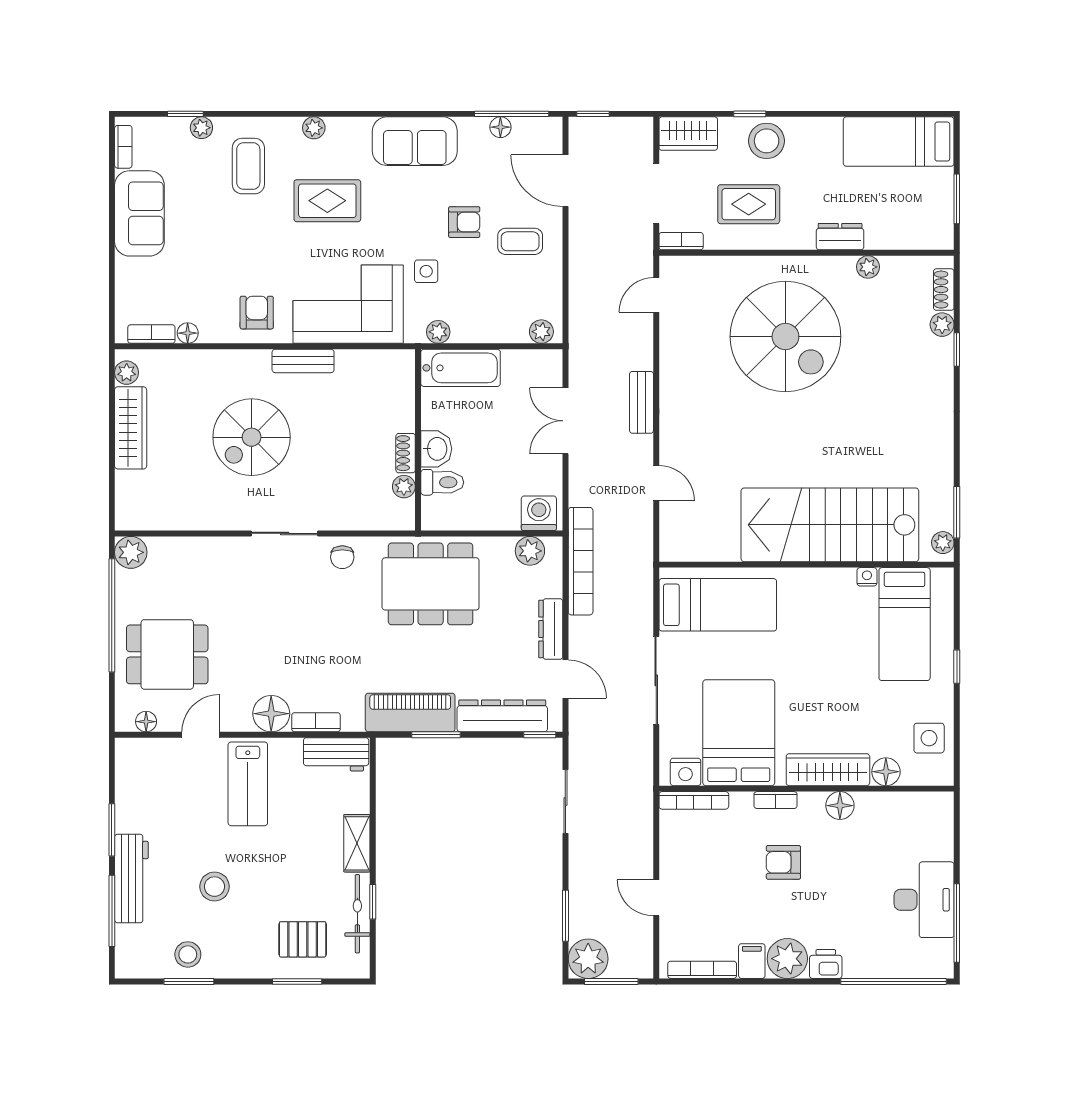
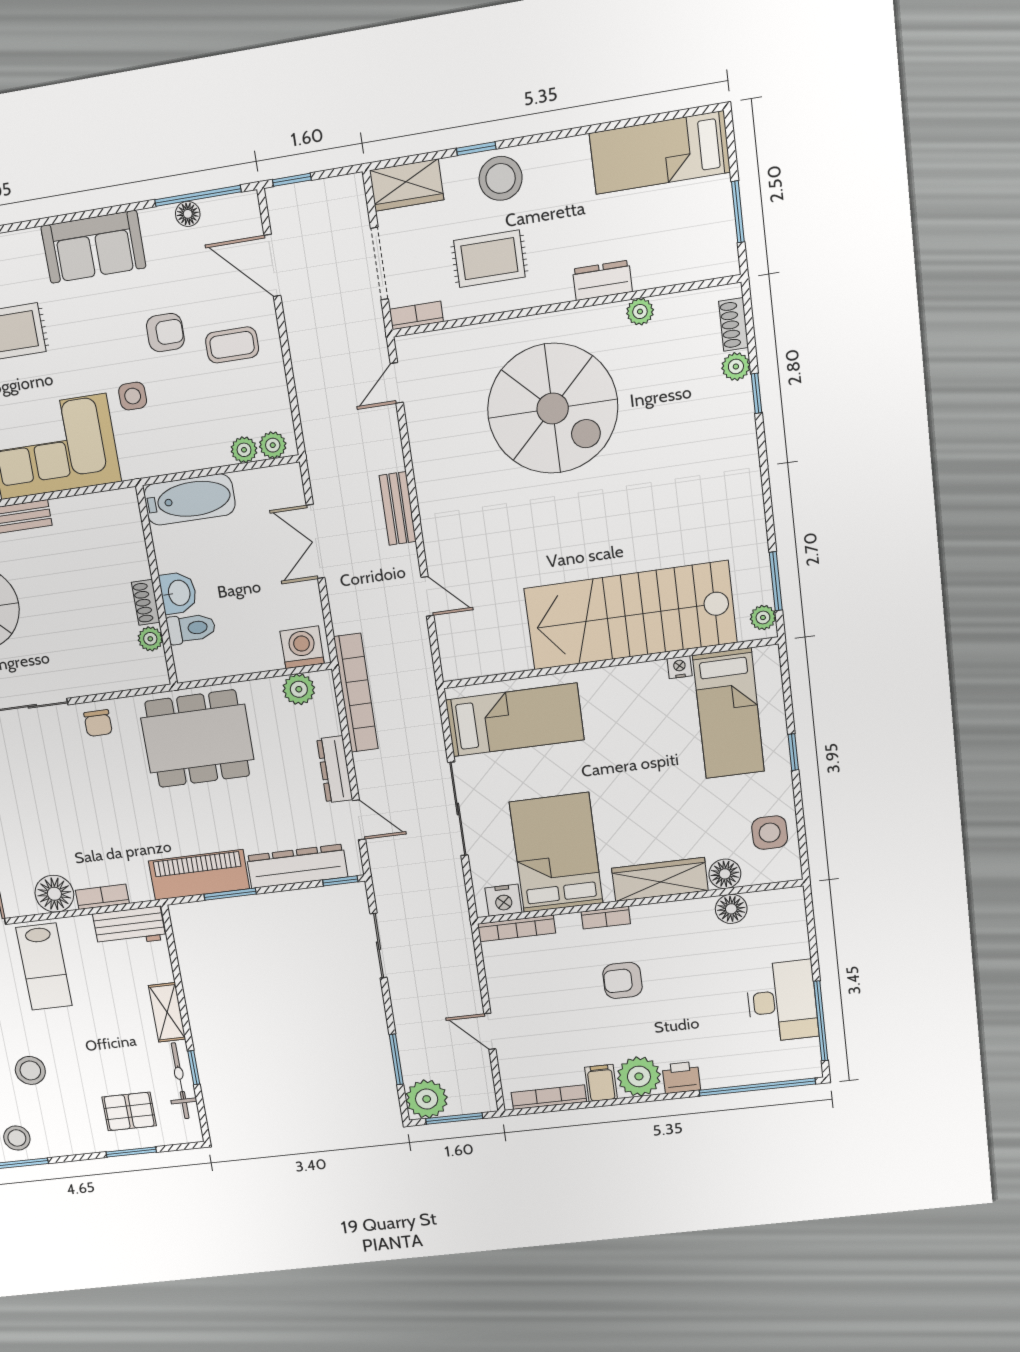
plant: (438, 332) -> (244, 450), moved
floor lamp: (840, 806) -> (731, 909), moved

